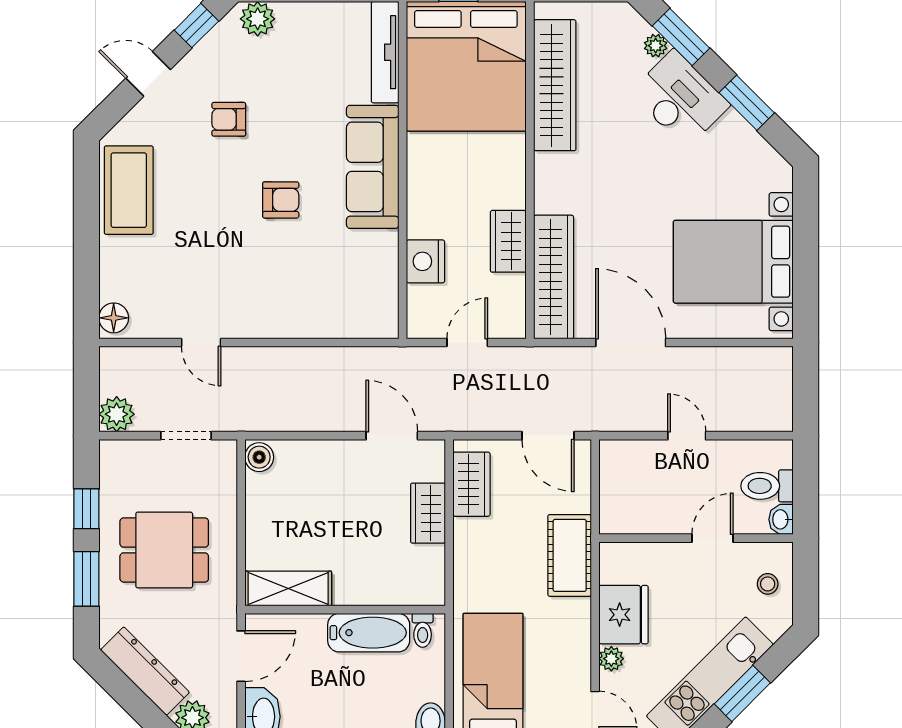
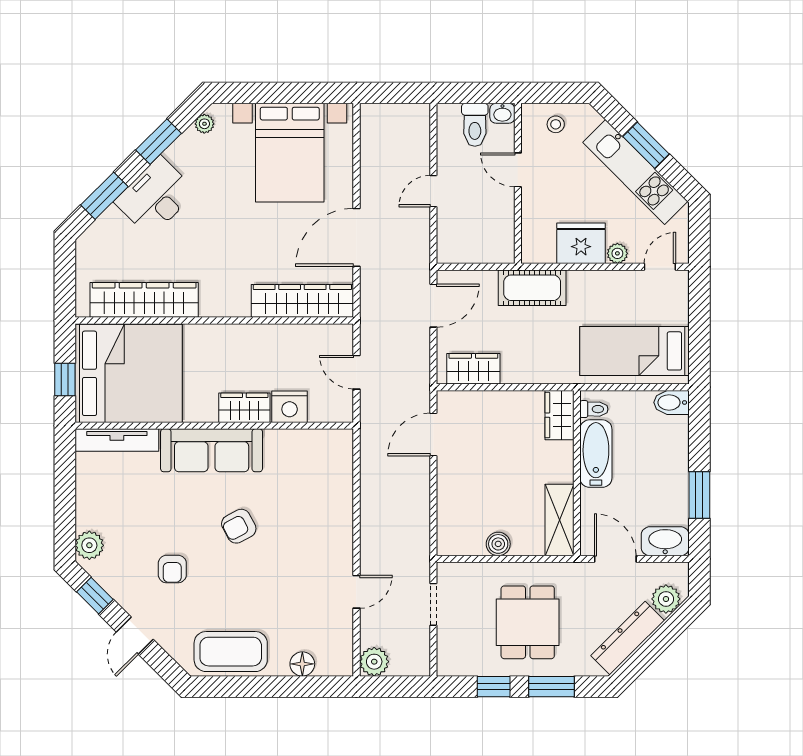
plant: (656, 46) -> (204, 124), moved
armchair: (281, 200) -> (239, 526), turned -118
wardrobe: (508, 241) -> (244, 408), moved, turned 180
floor lamp: (114, 318) -> (302, 664), moved
plant: (117, 414) -> (374, 662), moved
boiler: (259, 457) -> (498, 544), moved
wardrobe: (428, 513) -> (559, 415), moved, turned 90

